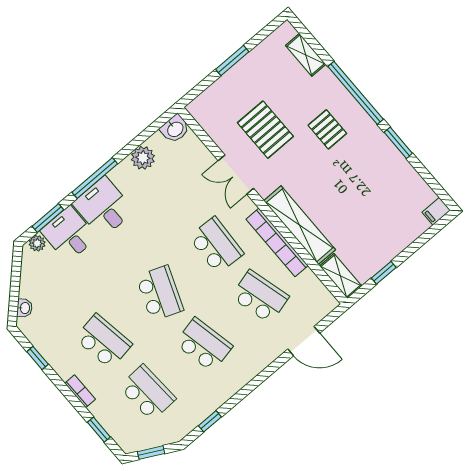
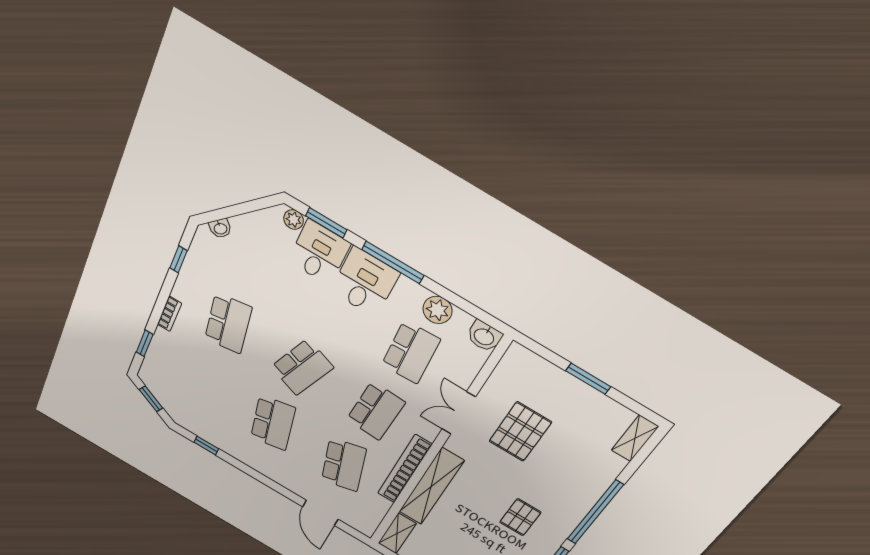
shelving: (306, 55) -> (635, 438), moved
pallet: (327, 129) -> (520, 517), moved
school desk: (147, 393) -> (411, 352), moved

